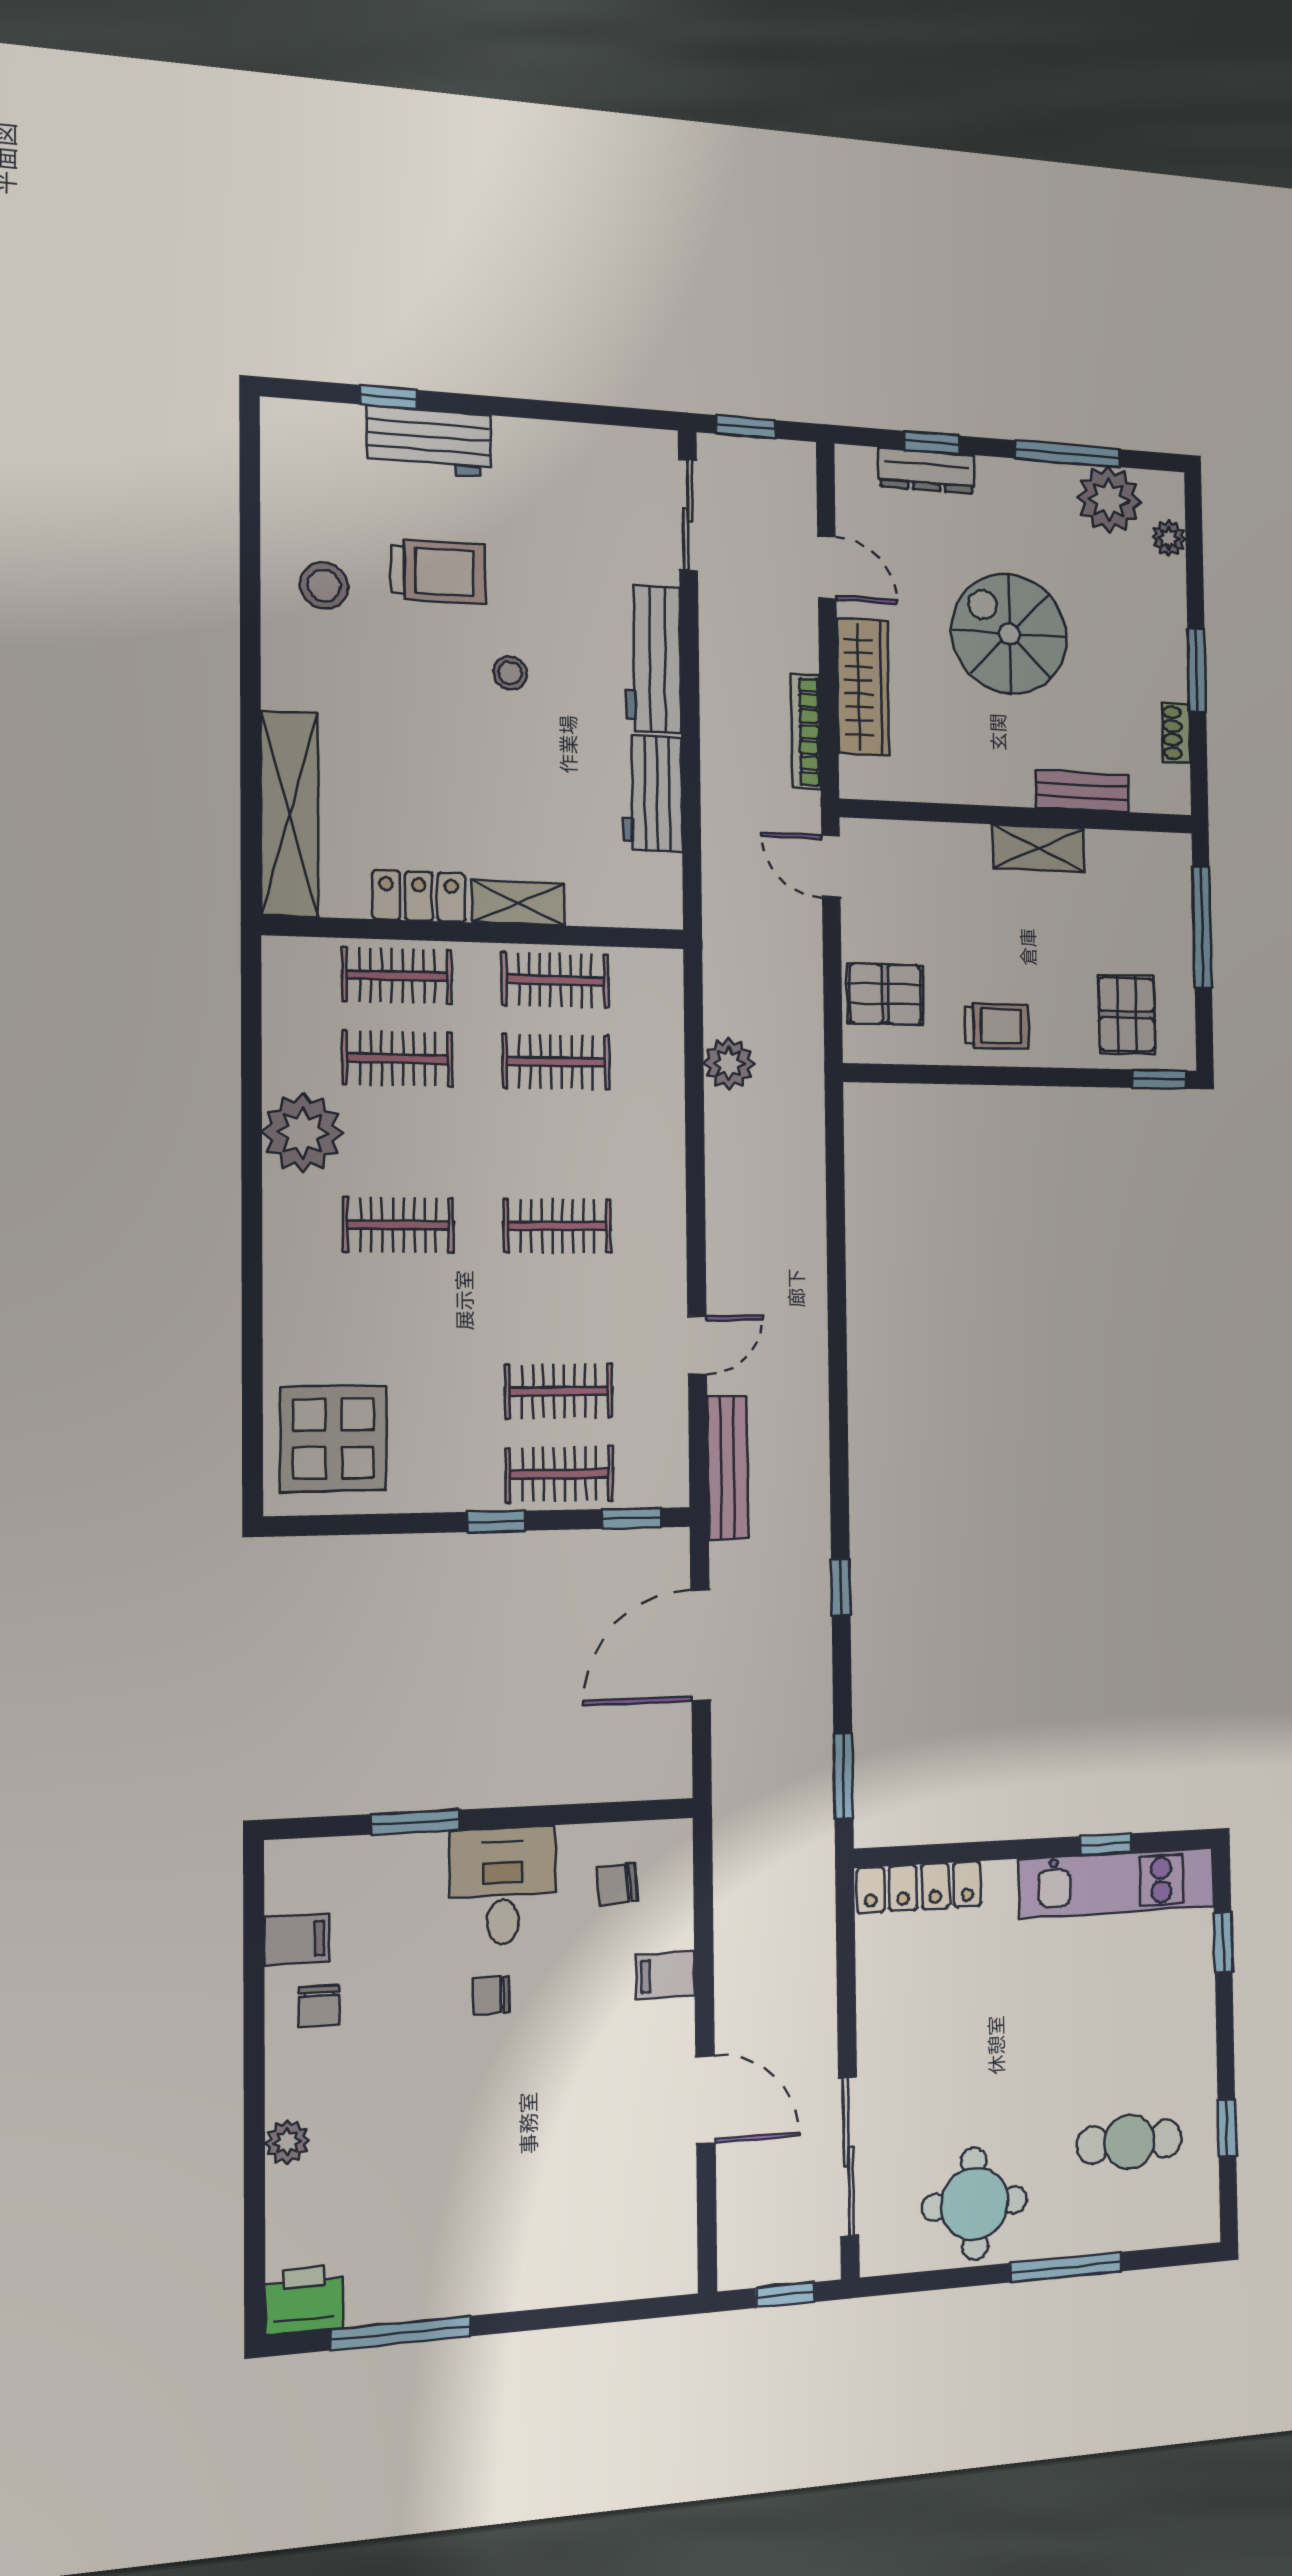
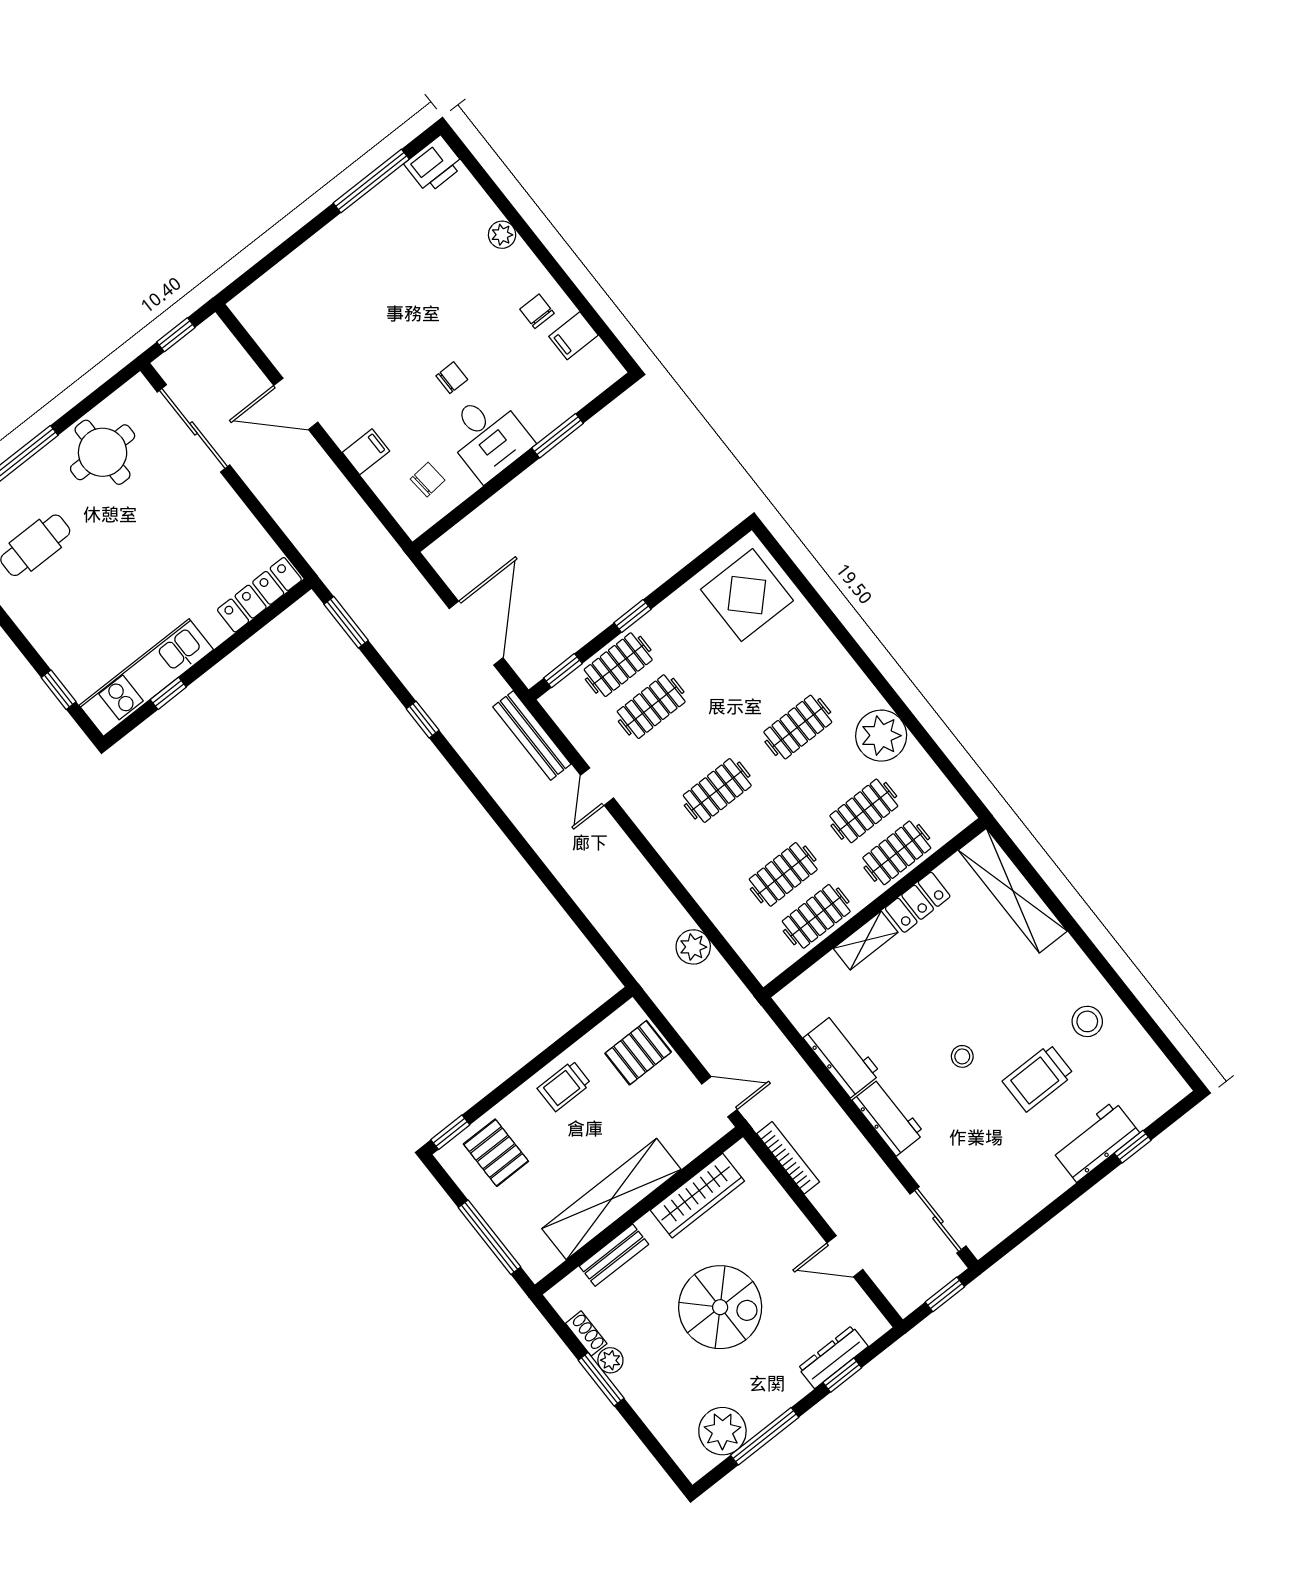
plant: (1169, 538) -> (610, 1360), moved
workbench: (653, 659) -> (888, 1117), width x0.73
wardrobe: (863, 687) -> (697, 1196), moved, turned -90
shelving: (1039, 848) -> (611, 1199), width x2.20, depth x1.33

